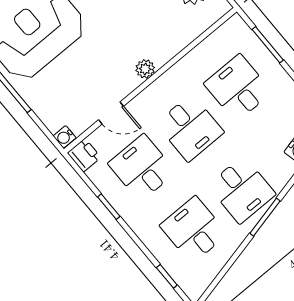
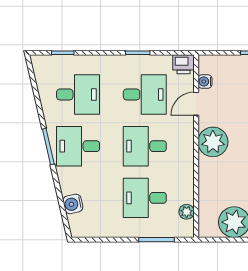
plant: (219, 38) -> (187, 212), added
plant: (145, 69) -> (213, 142), width x1.88, depth x1.88
desk: (238, 88) -> (145, 198), turned 180
water cooler: (65, 137) -> (205, 81), moved, turned -90

